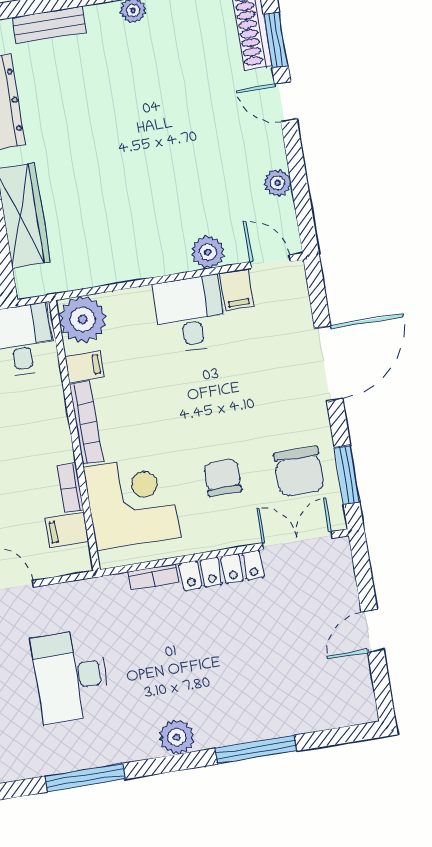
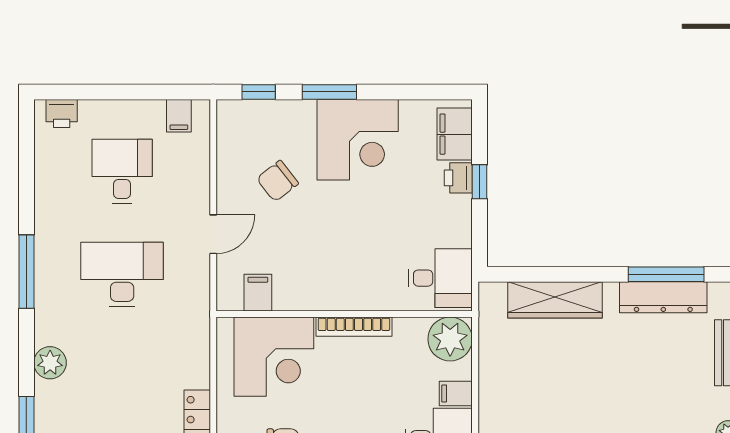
filing cabinet: (84, 366) -> (456, 393), moved, turned 90
bookcase: (70, 488) -> (296, 302), removed
bookcase: (153, 577) -> (201, 365), removed

